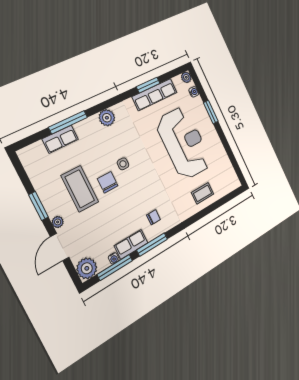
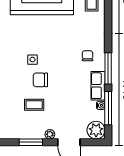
coffee table: (80, 189) -> (34, 105), width x0.54, depth x0.58

